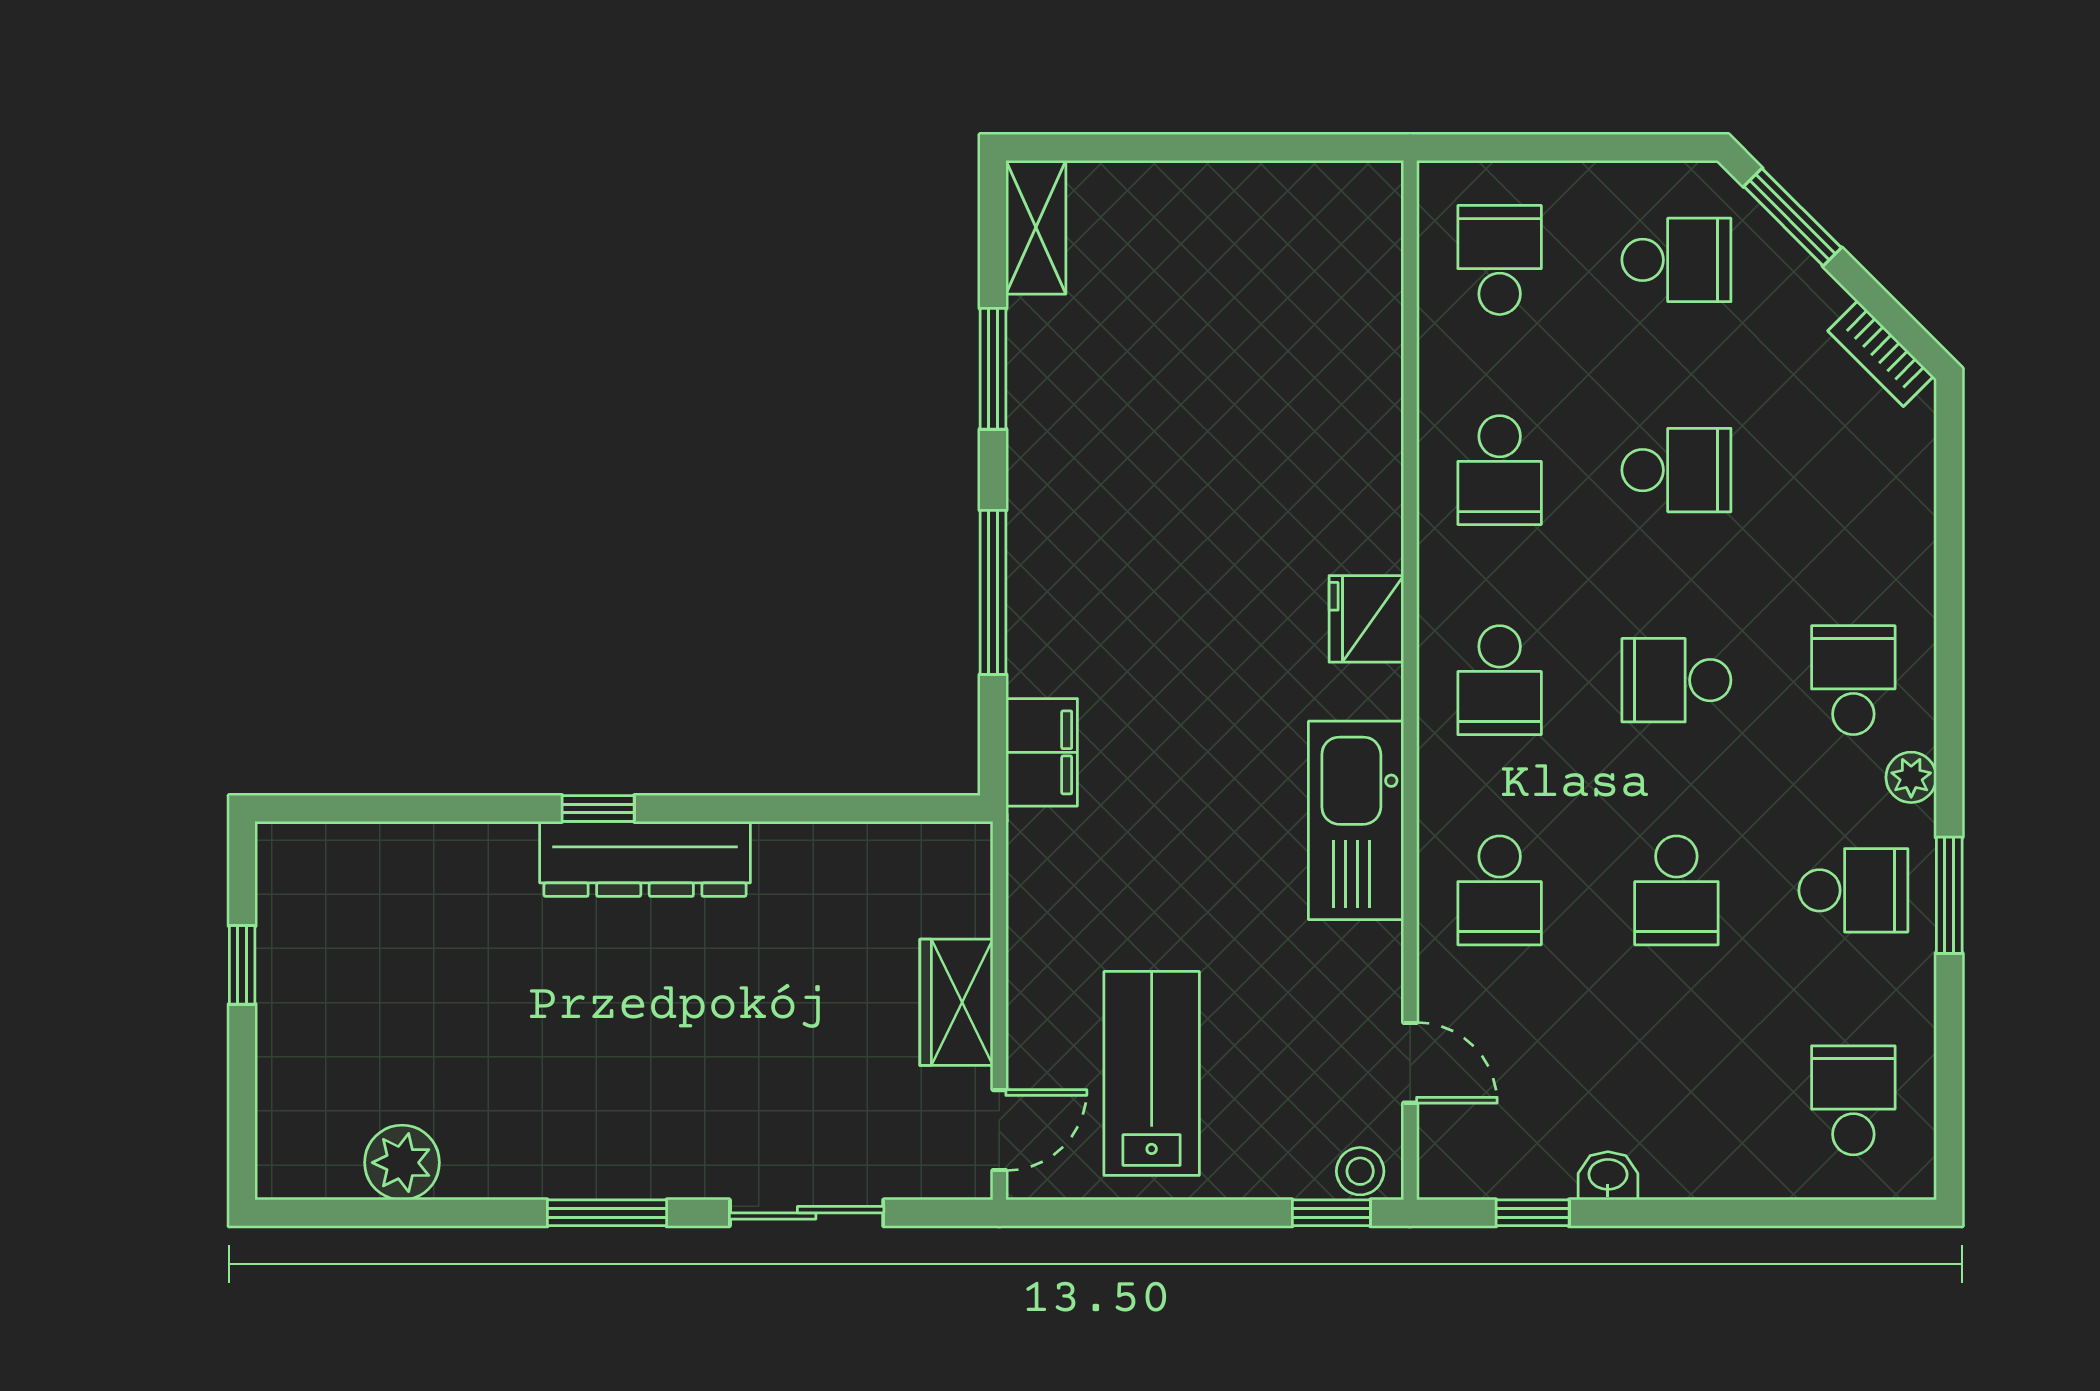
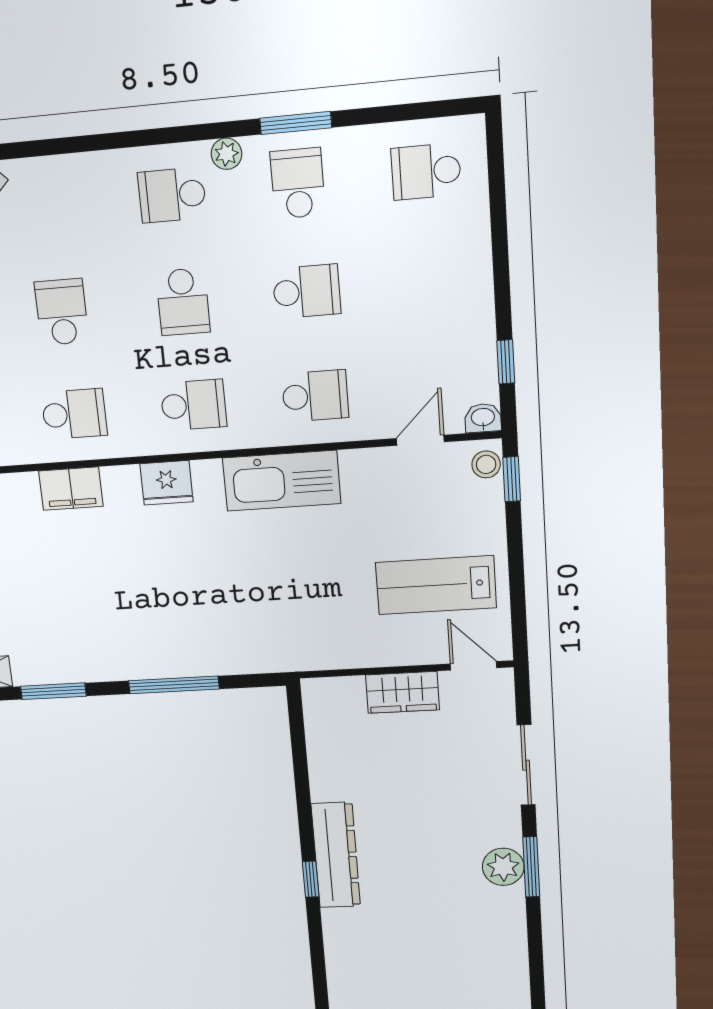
filing cabinet: (1042, 752) -> (71, 489), moved, turned 180
plant: (402, 1163) -> (503, 867), moved
washbasin: (1608, 1176) -> (483, 418), moved, turned 90

